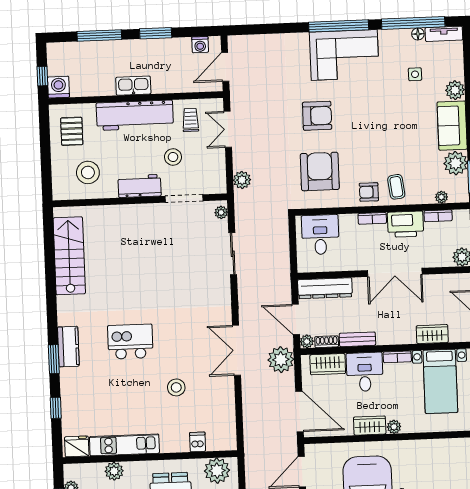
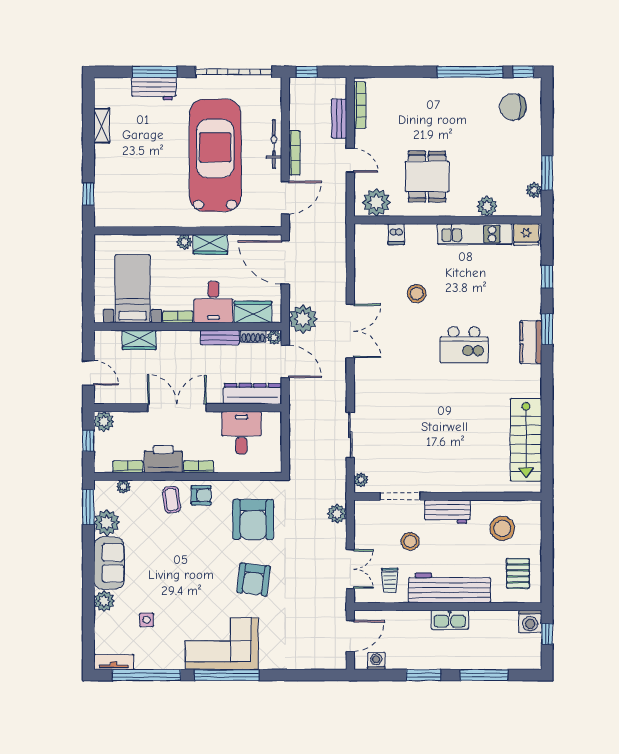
floor lamp: (418, 34) -> (142, 663), removed
armchair: (317, 116) -> (254, 579), turned -83
desk: (320, 235) -> (241, 433), moved, turned 180

